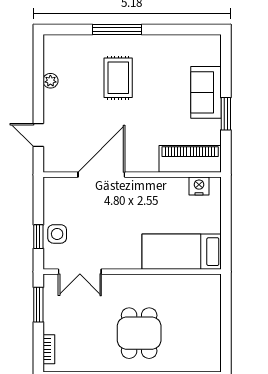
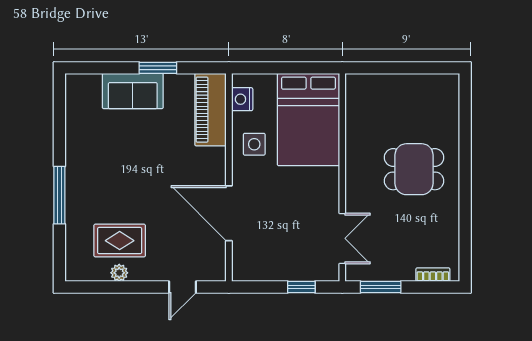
rug: (118, 78) -> (120, 241), moved
side table: (57, 234) -> (254, 144), moved
bed: (182, 252) -> (308, 120), width x1.50

